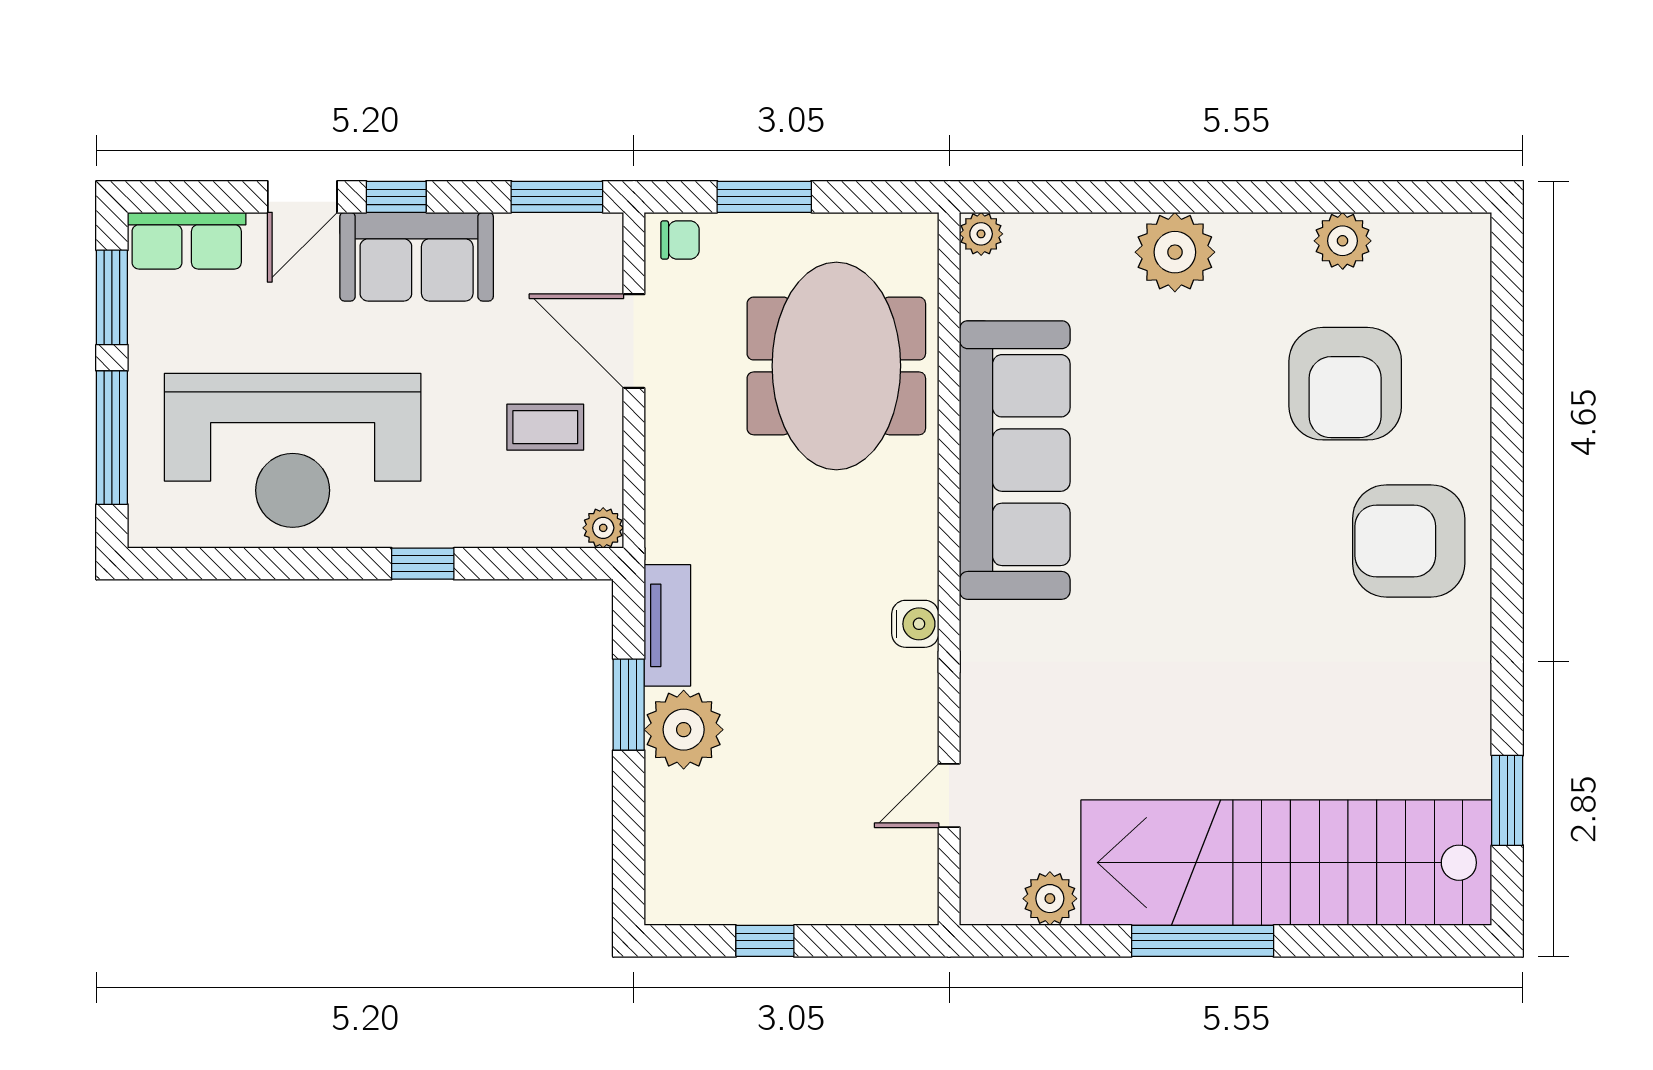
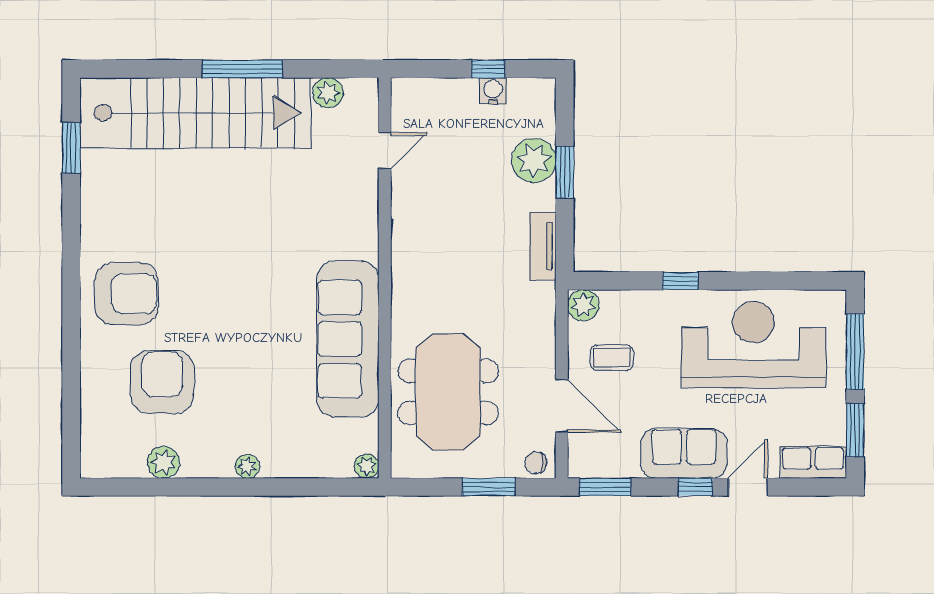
plant: (1175, 252) -> (247, 466), width x0.53, depth x0.53
plant: (603, 528) -> (583, 305), width x1.38, depth x1.38
water cooler: (915, 624) -> (493, 91), moved, turned 90
window: (629, 705) -> (565, 172), moved
plant: (684, 730) -> (534, 160), moved

